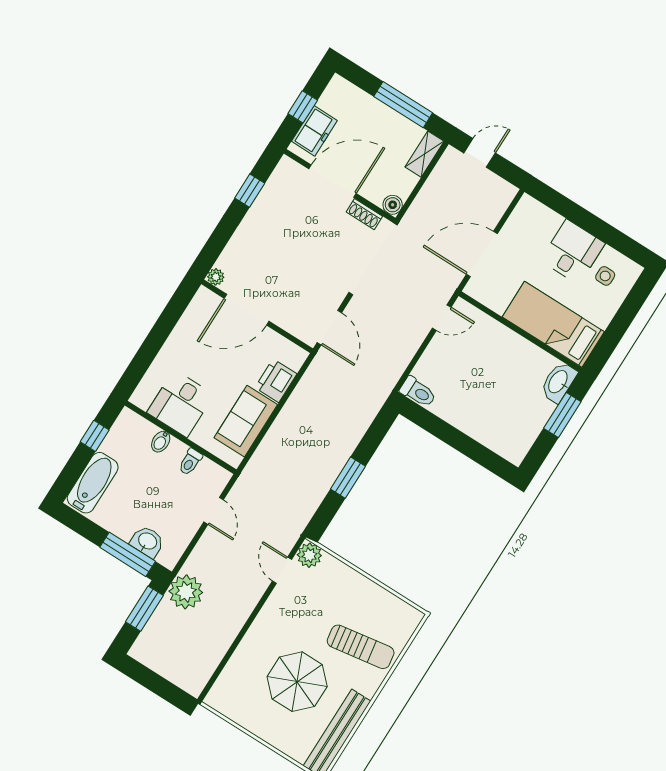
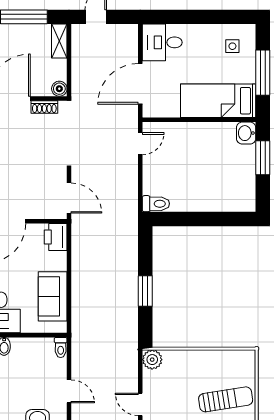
desk: (573, 252) -> (162, 42), moved, turned -90
window: (620, 324) -> (263, 73), added
printer: (276, 381) -> (56, 237), moved
washbasin: (558, 382) -> (246, 133), width x0.72
toilet: (190, 462) -> (61, 347), moved
door: (214, 511) -> (69, 391), moved
door: (282, 570) -> (140, 404), moved

